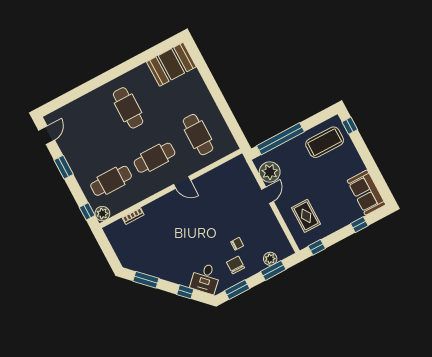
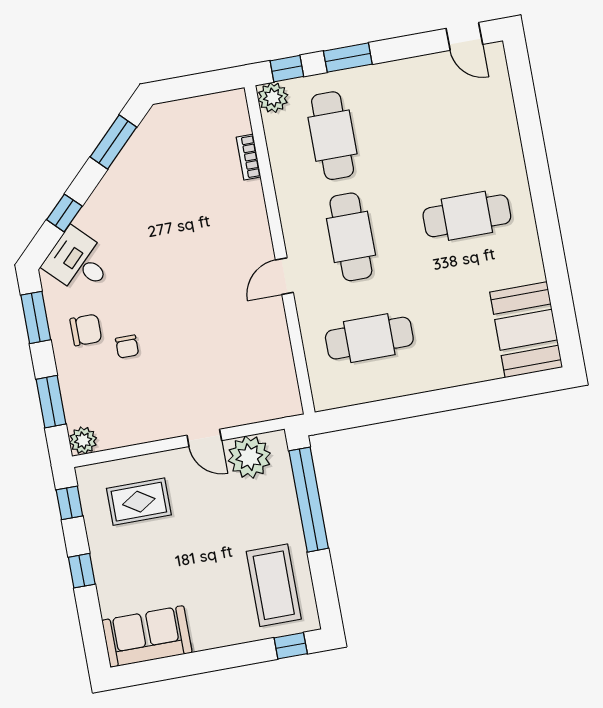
window: (64, 167) -> (348, 58), moved
window: (359, 225) -> (82, 571), moved
plant: (270, 259) -> (83, 440), moved

